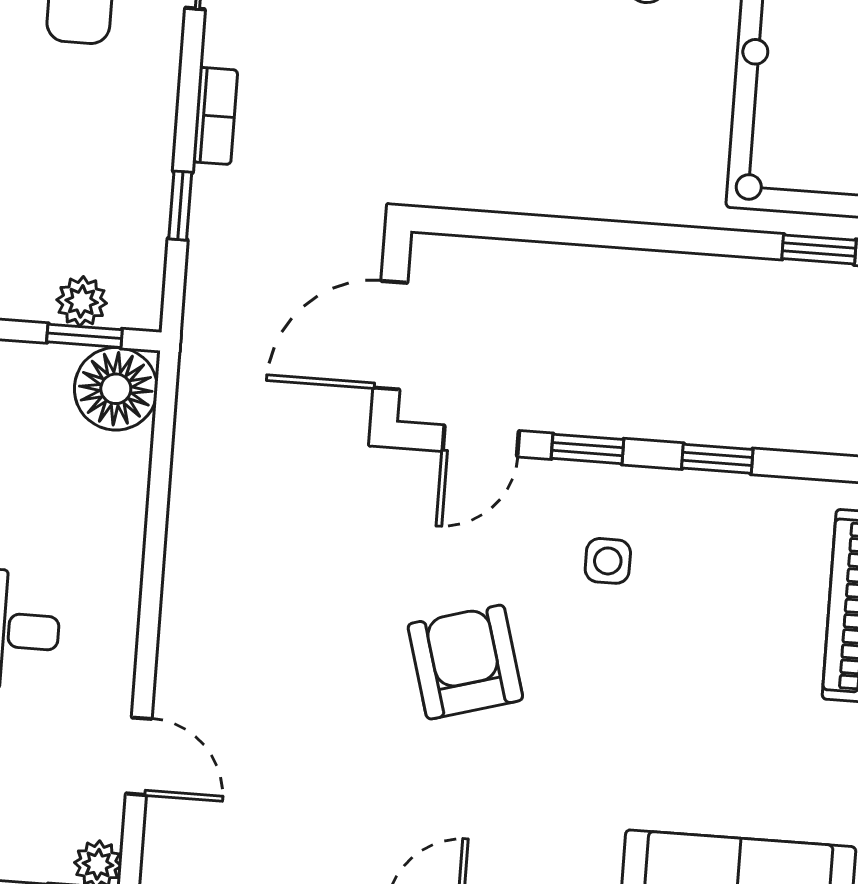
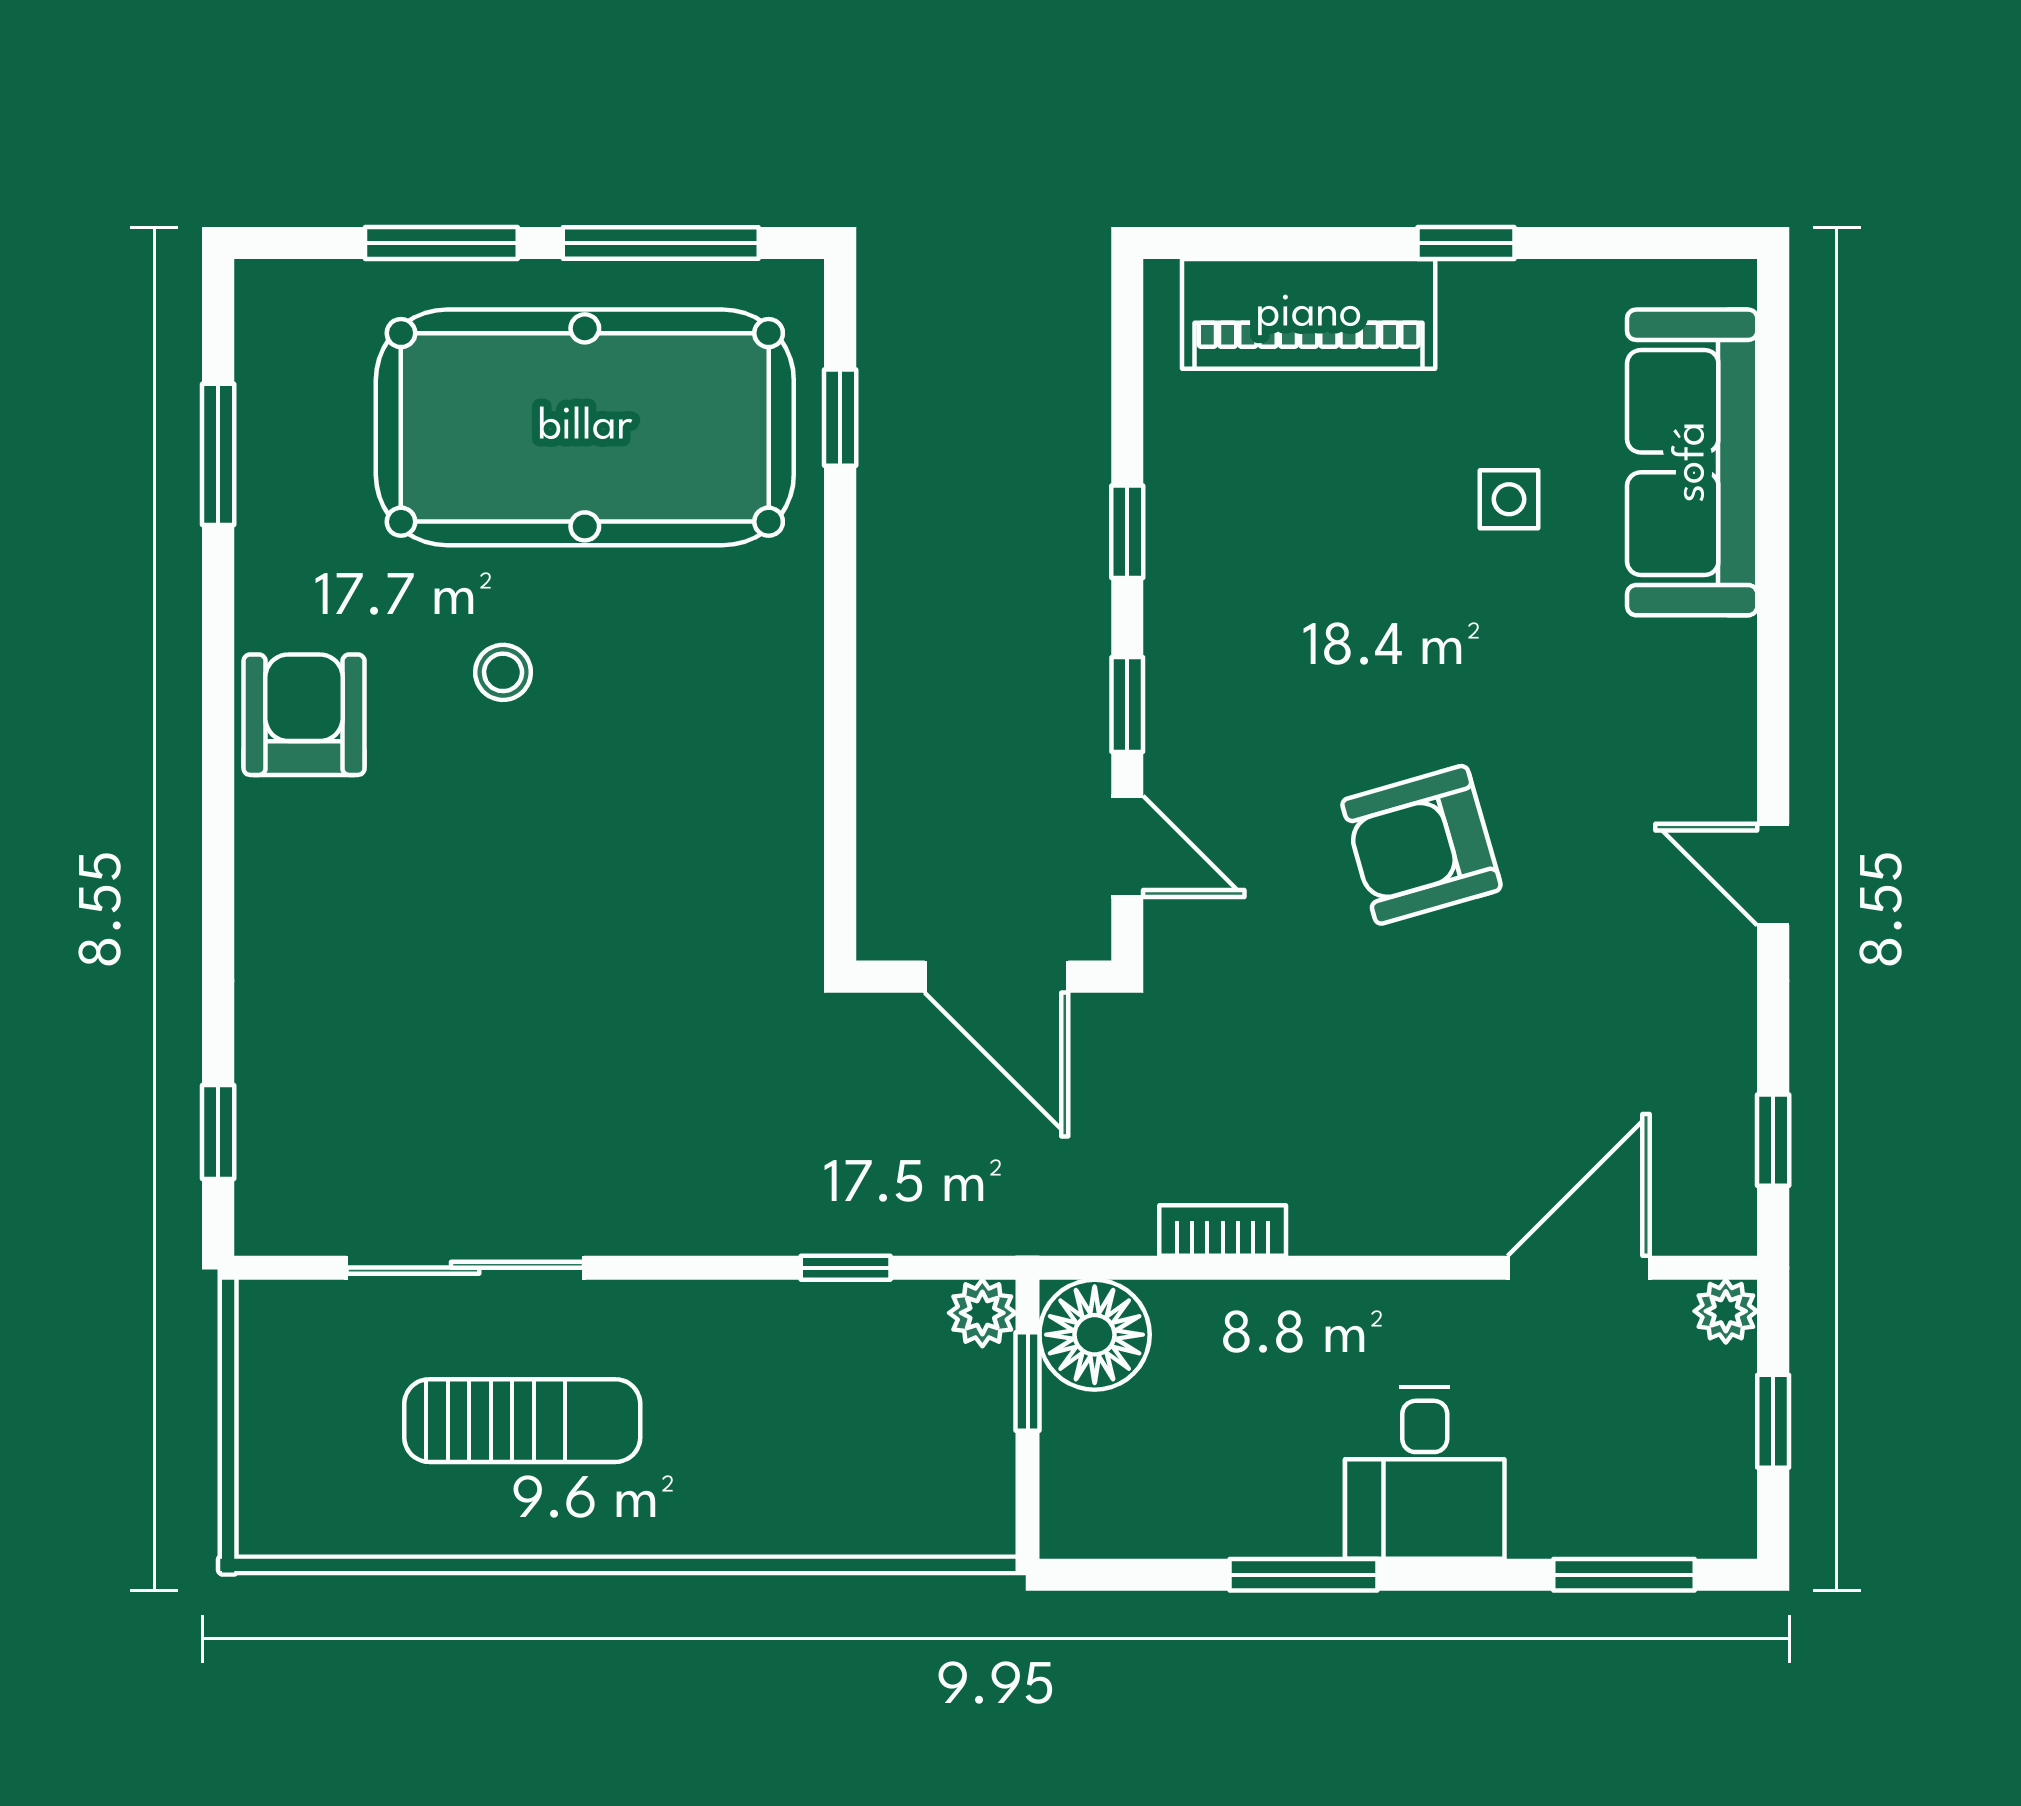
bookcase: (215, 116) -> (1223, 1231), moved
plant: (82, 301) -> (982, 1313), moved
side table: (608, 561) -> (1509, 499), moved
door: (139, 756) -> (1579, 1268), width x1.38

